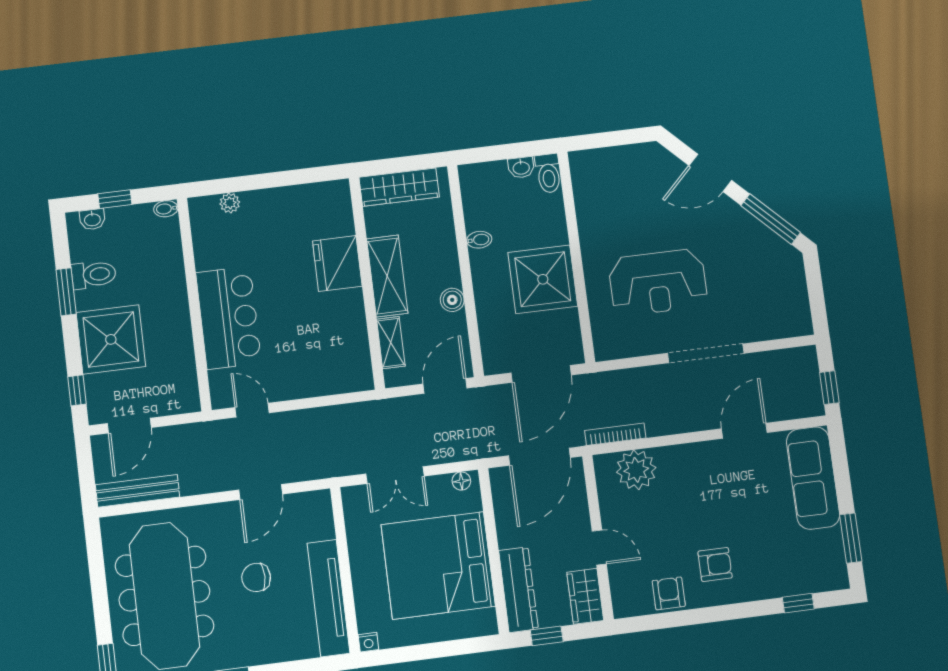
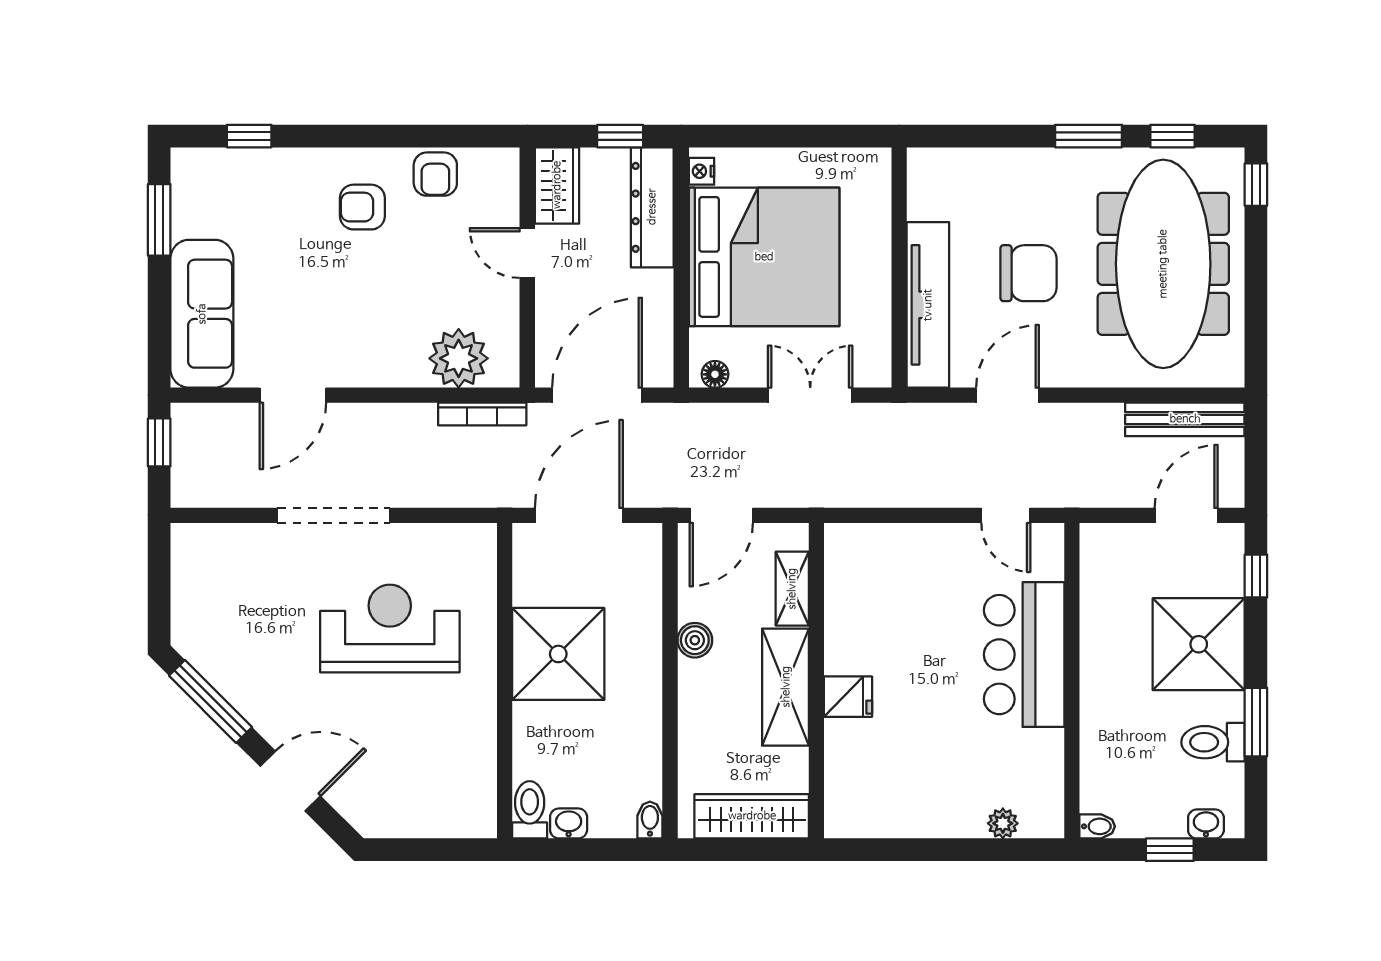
bidet: (479, 240) -> (650, 820), moved, turned 90
fridge: (337, 264) -> (848, 697), width x0.53, depth x0.75
chair: (256, 577) -> (1028, 273), width x1.37, depth x1.37
tv unit: (329, 598) -> (928, 305), moved
nightstand: (368, 642) -> (701, 171), moved, turned -90

